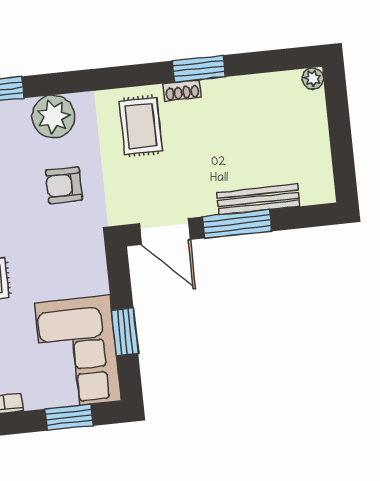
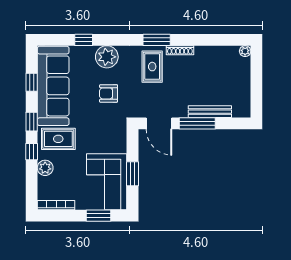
window: (199, 69) -> (157, 40), moved
shoe rack: (182, 90) -> (180, 50), width x1.43

